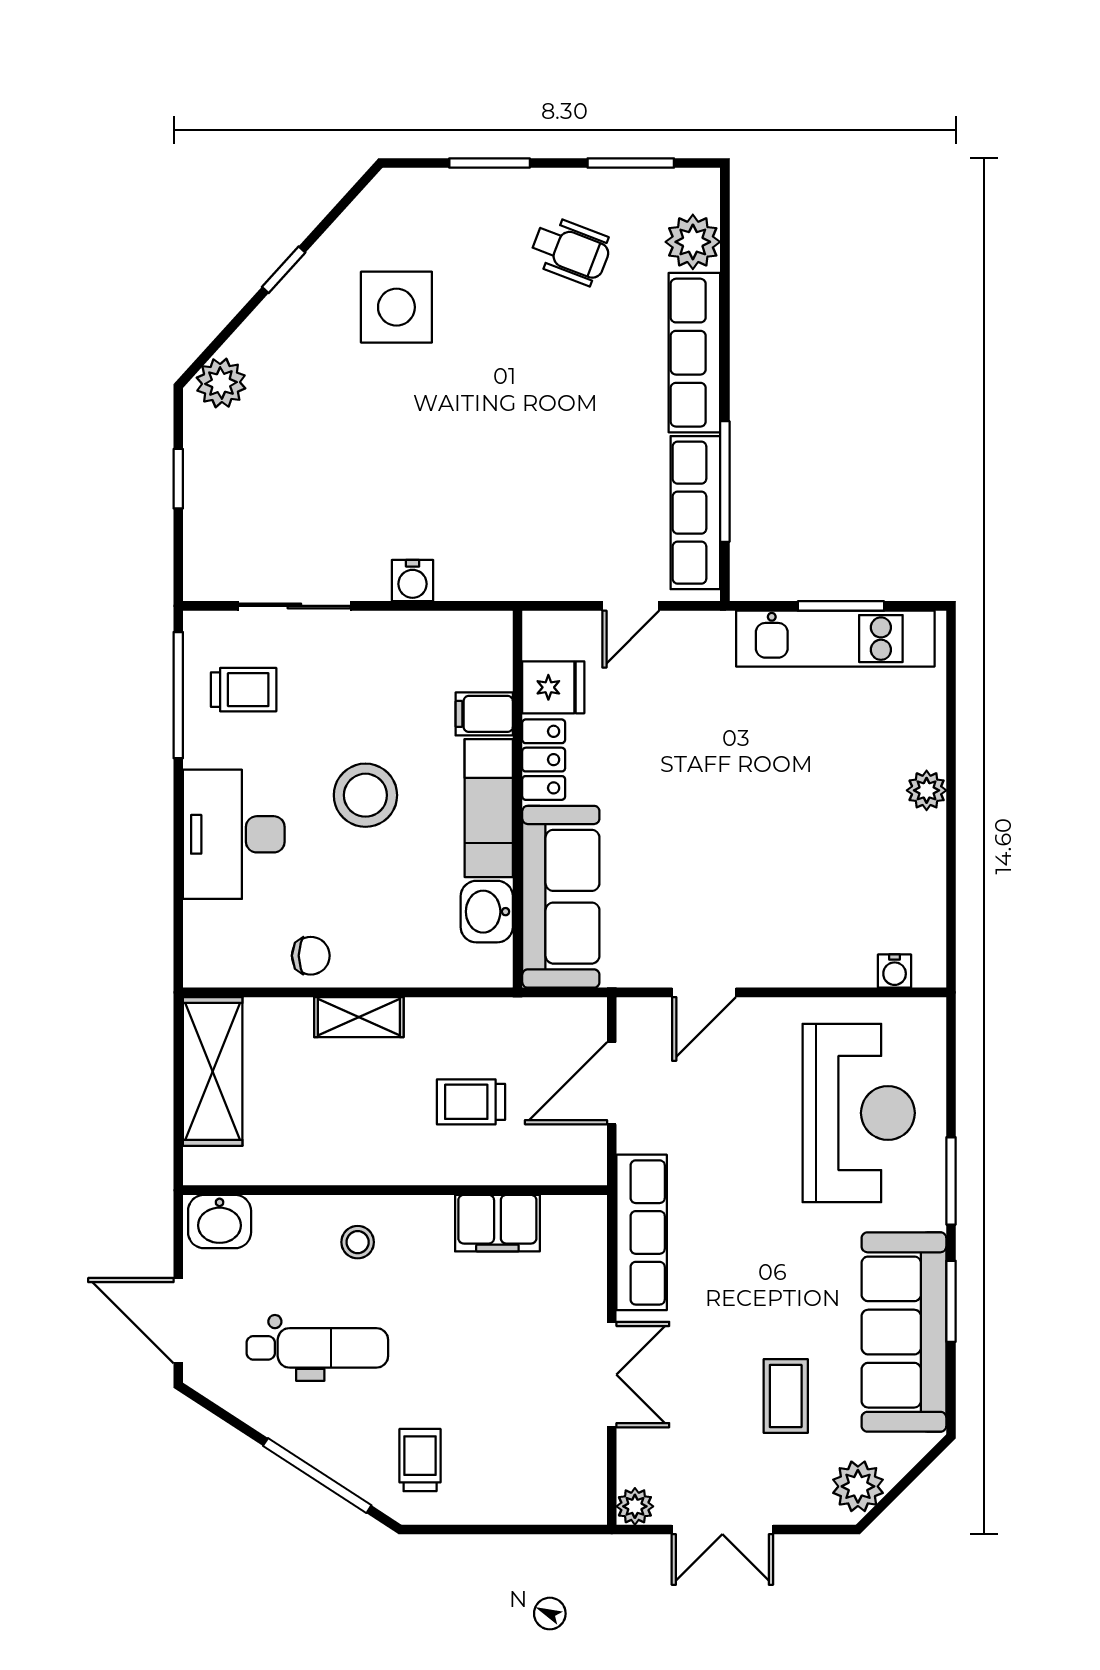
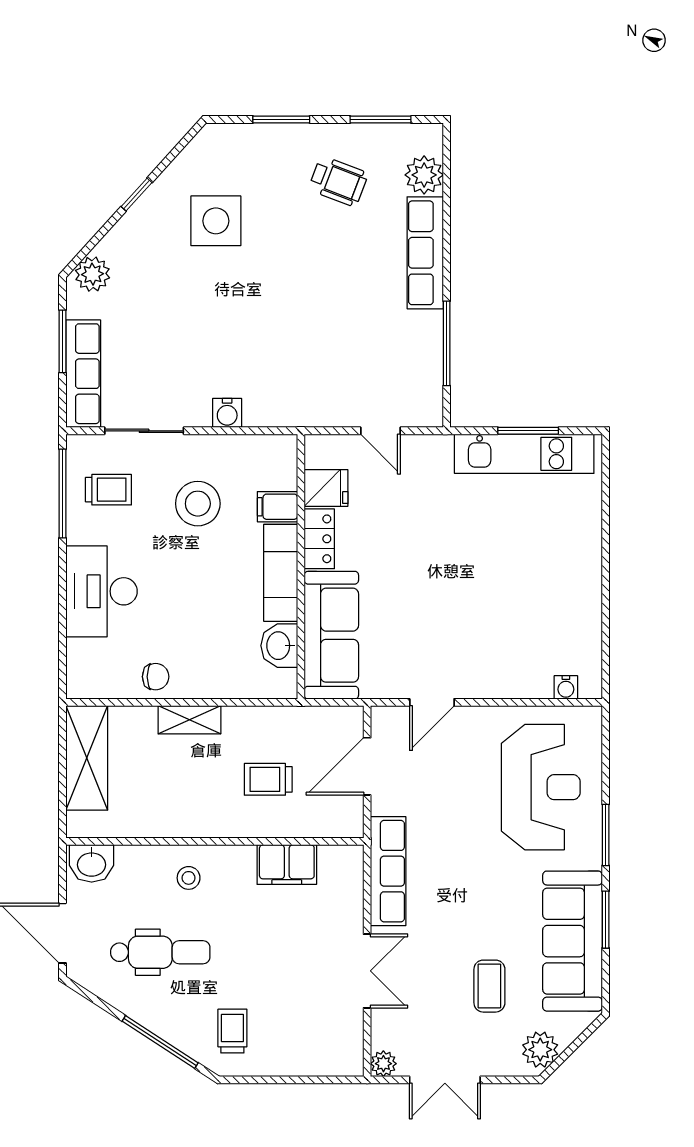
window: (178, 479) -> (63, 341), width x1.50
row of seats: (695, 513) -> (83, 374), moved, turned 180
door: (631, 606) -> (380, 431), hinge flipped
plant: (927, 790) -> (588, 560), removed
stool: (365, 795) -> (198, 504), moved

